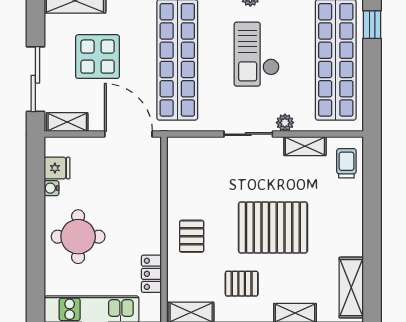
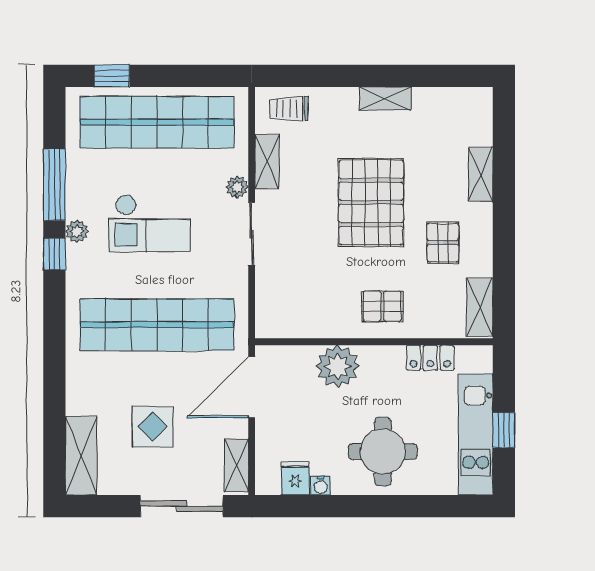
display table: (98, 57) -> (153, 427), width x0.73, depth x0.73
plant: (145, 201) -> (338, 366), added
shelving: (351, 288) -> (385, 99), moved, width x0.67, depth x0.75

